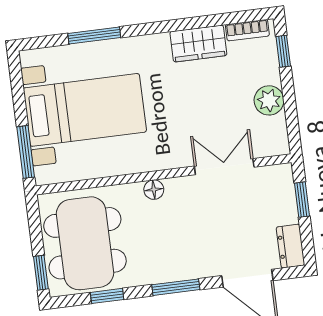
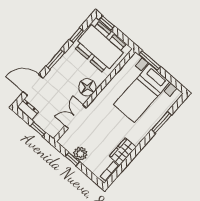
window: (283, 51) -> (72, 159), moved
double door: (224, 167) -> (76, 117), swing flipped
floor lamp: (154, 190) -> (87, 87), width x1.89, depth x1.89

